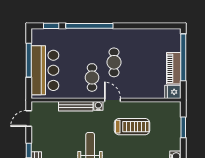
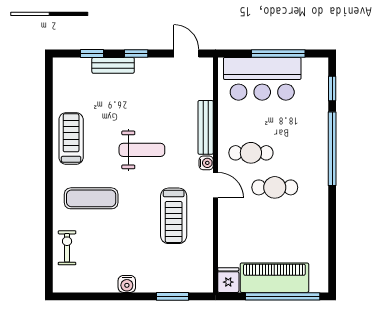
piano: (174, 68) -> (274, 278), width x1.37, depth x1.33
door: (113, 100) -> (215, 185), hinge flipped

